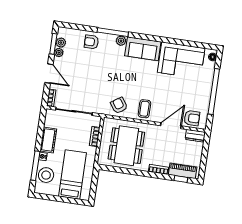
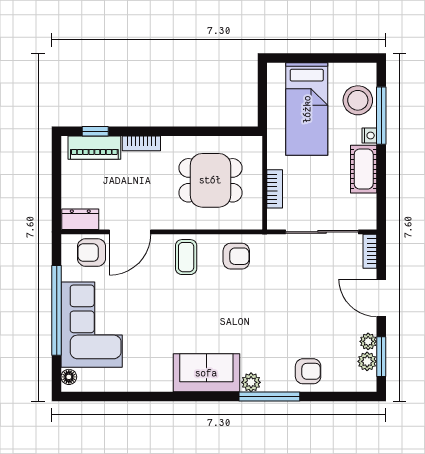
corner sofa: (181, 60) -> (92, 325), moved, turned 90
armchair: (119, 105) -> (236, 256), turned -56
dining table: (126, 146) -> (210, 180), width x0.73

